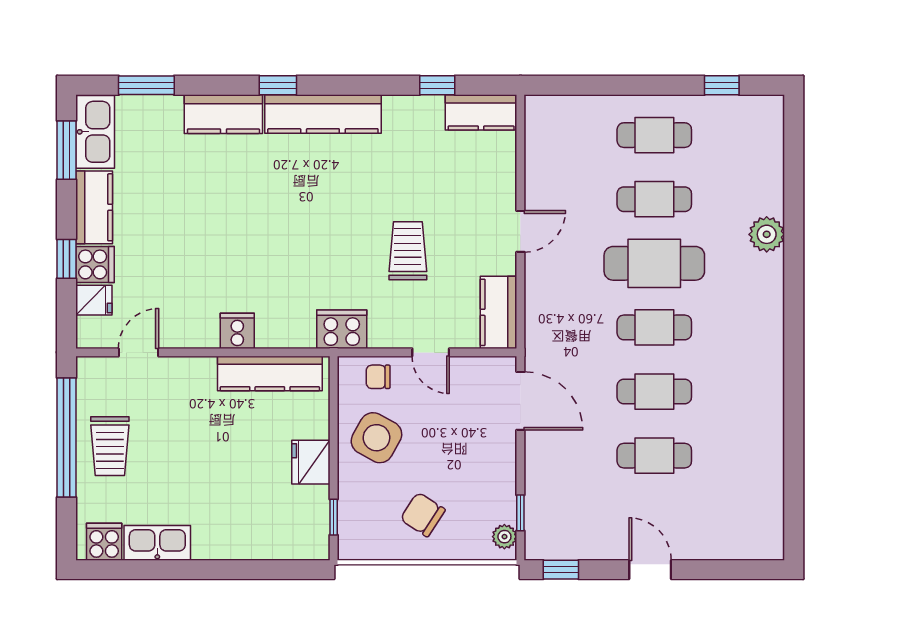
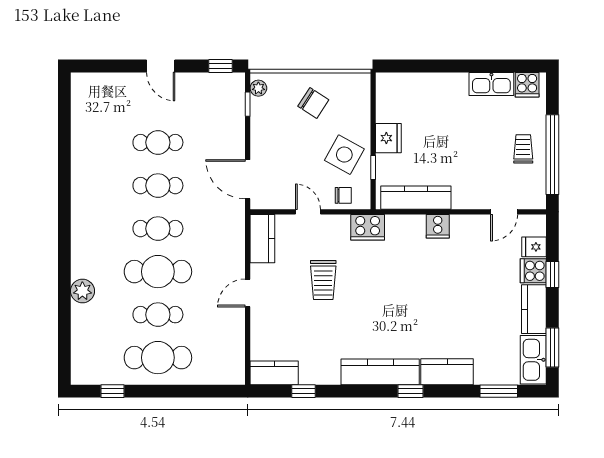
cafe table: (654, 135) -> (158, 358), width x1.37, depth x1.35
trolley: (110, 446) -> (523, 149), width x0.73, depth x0.72
window: (334, 517) -> (373, 168), moved

